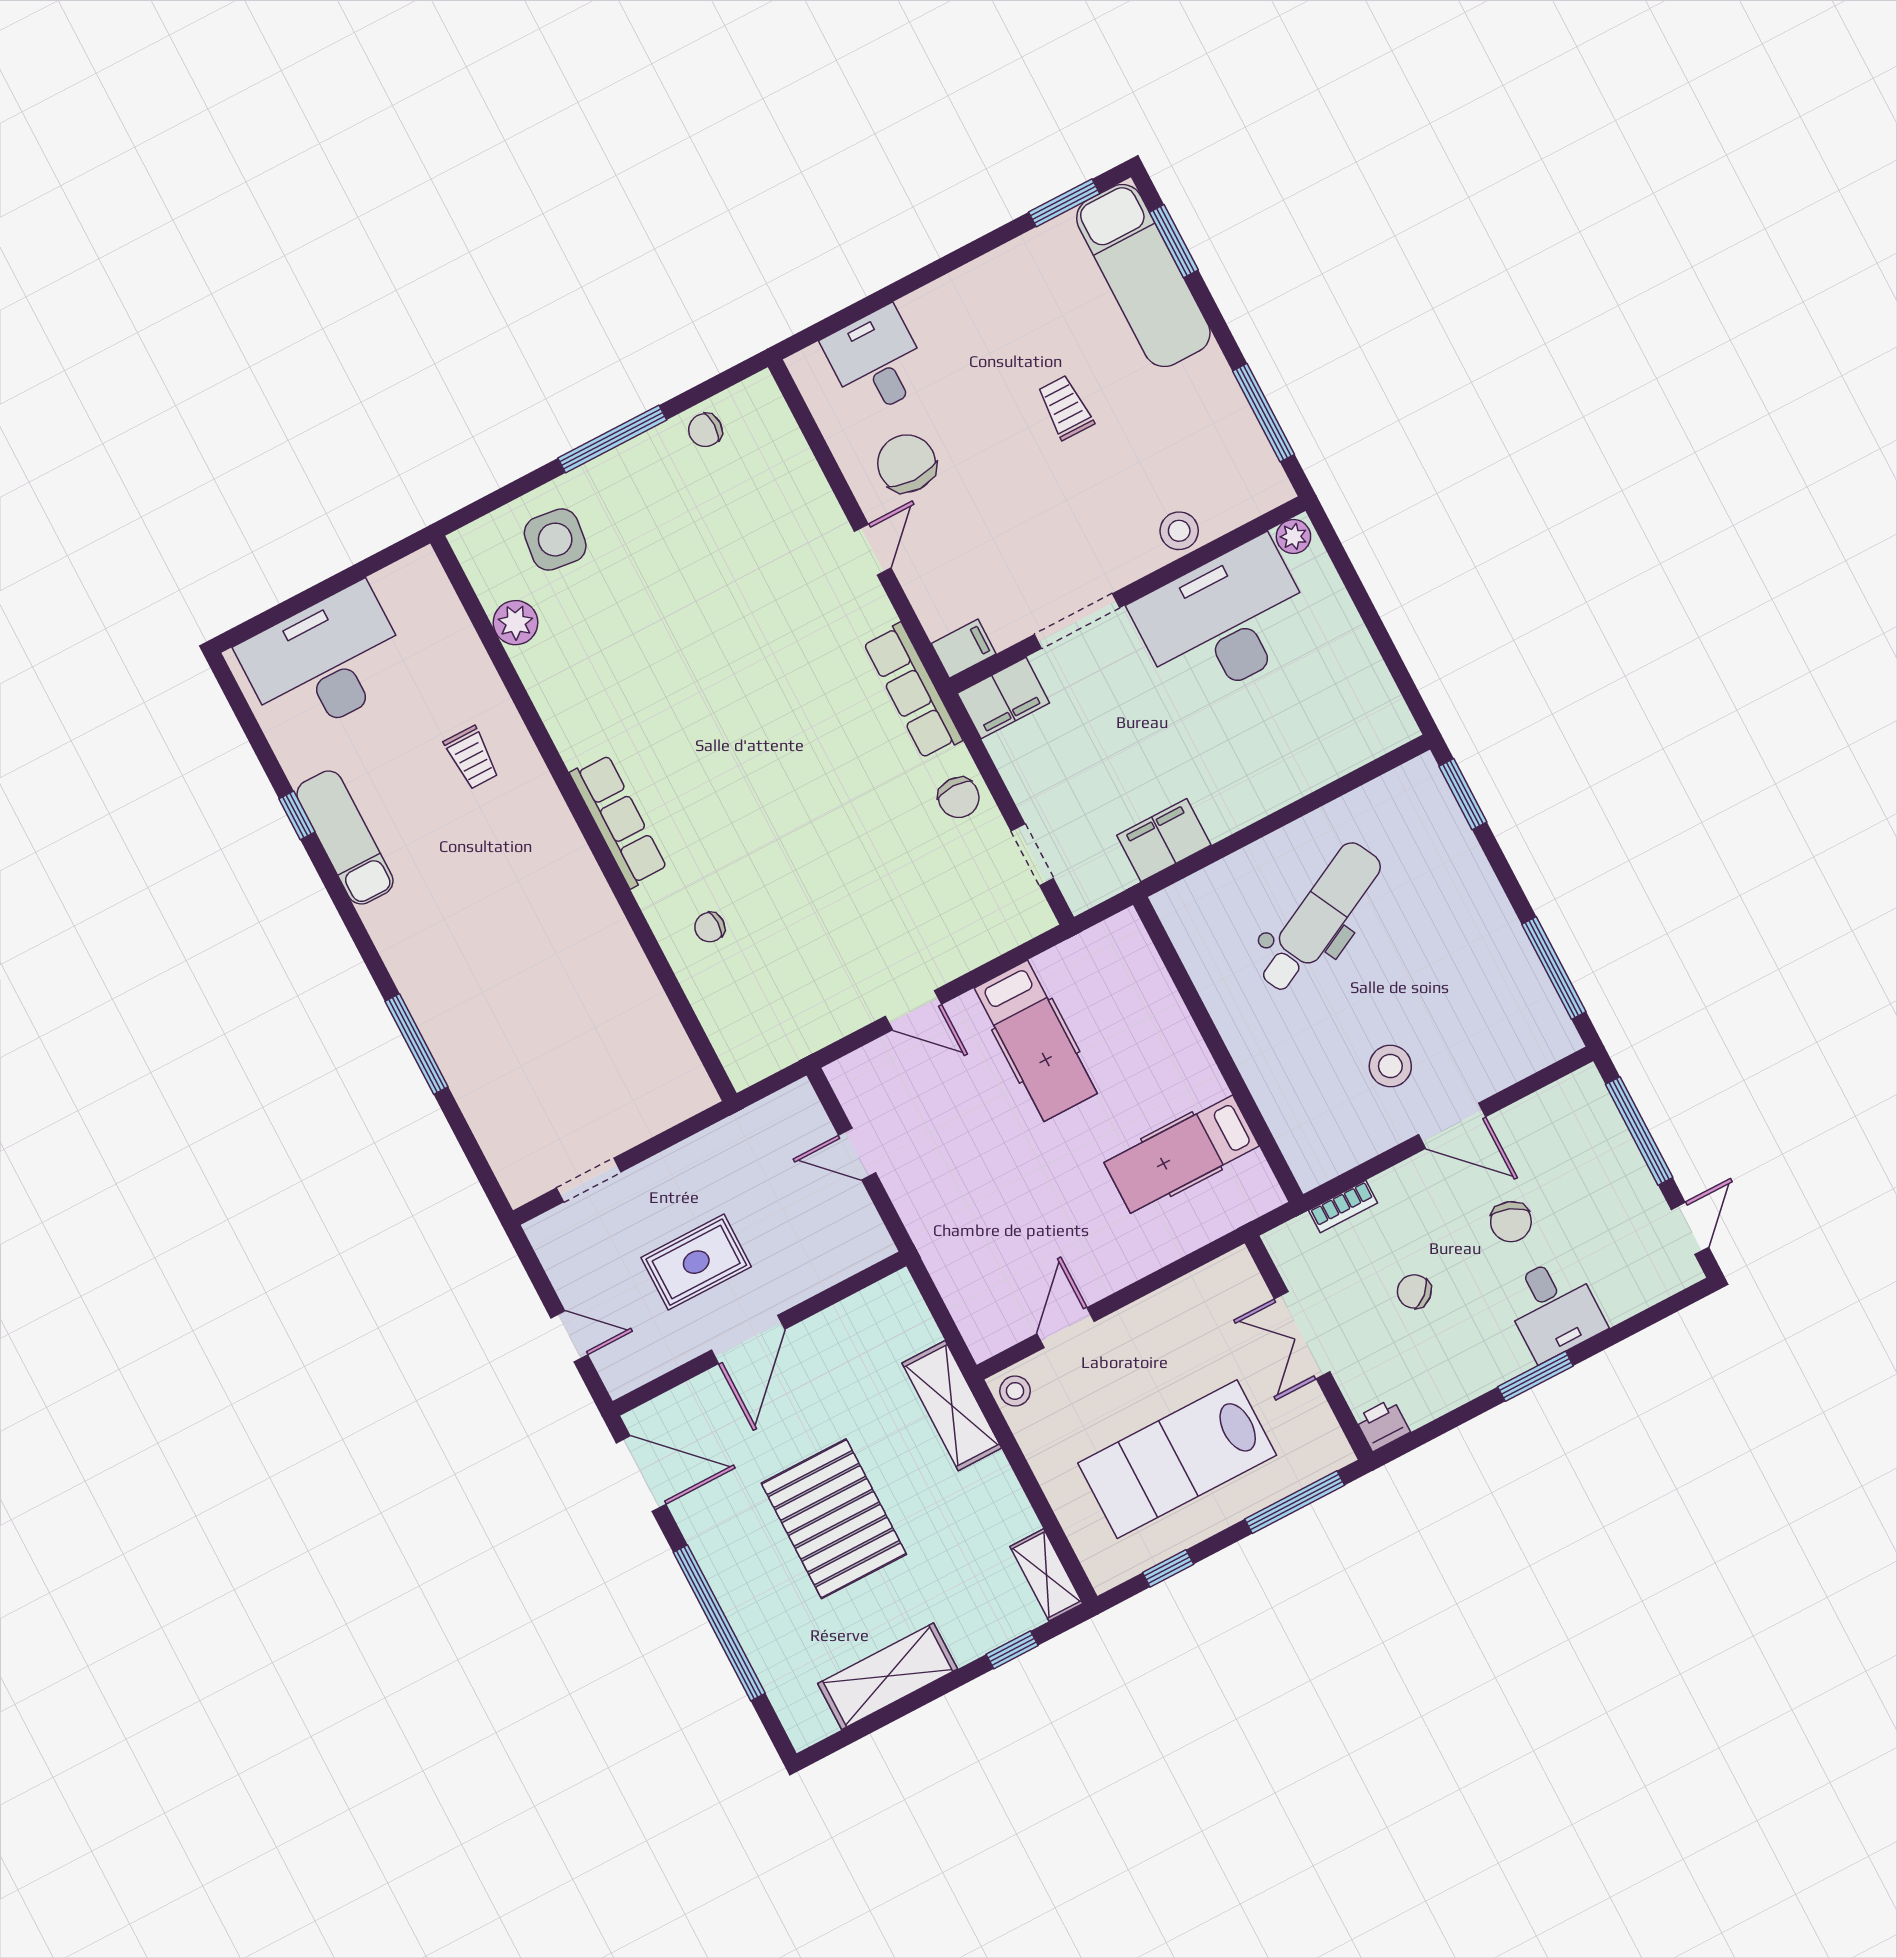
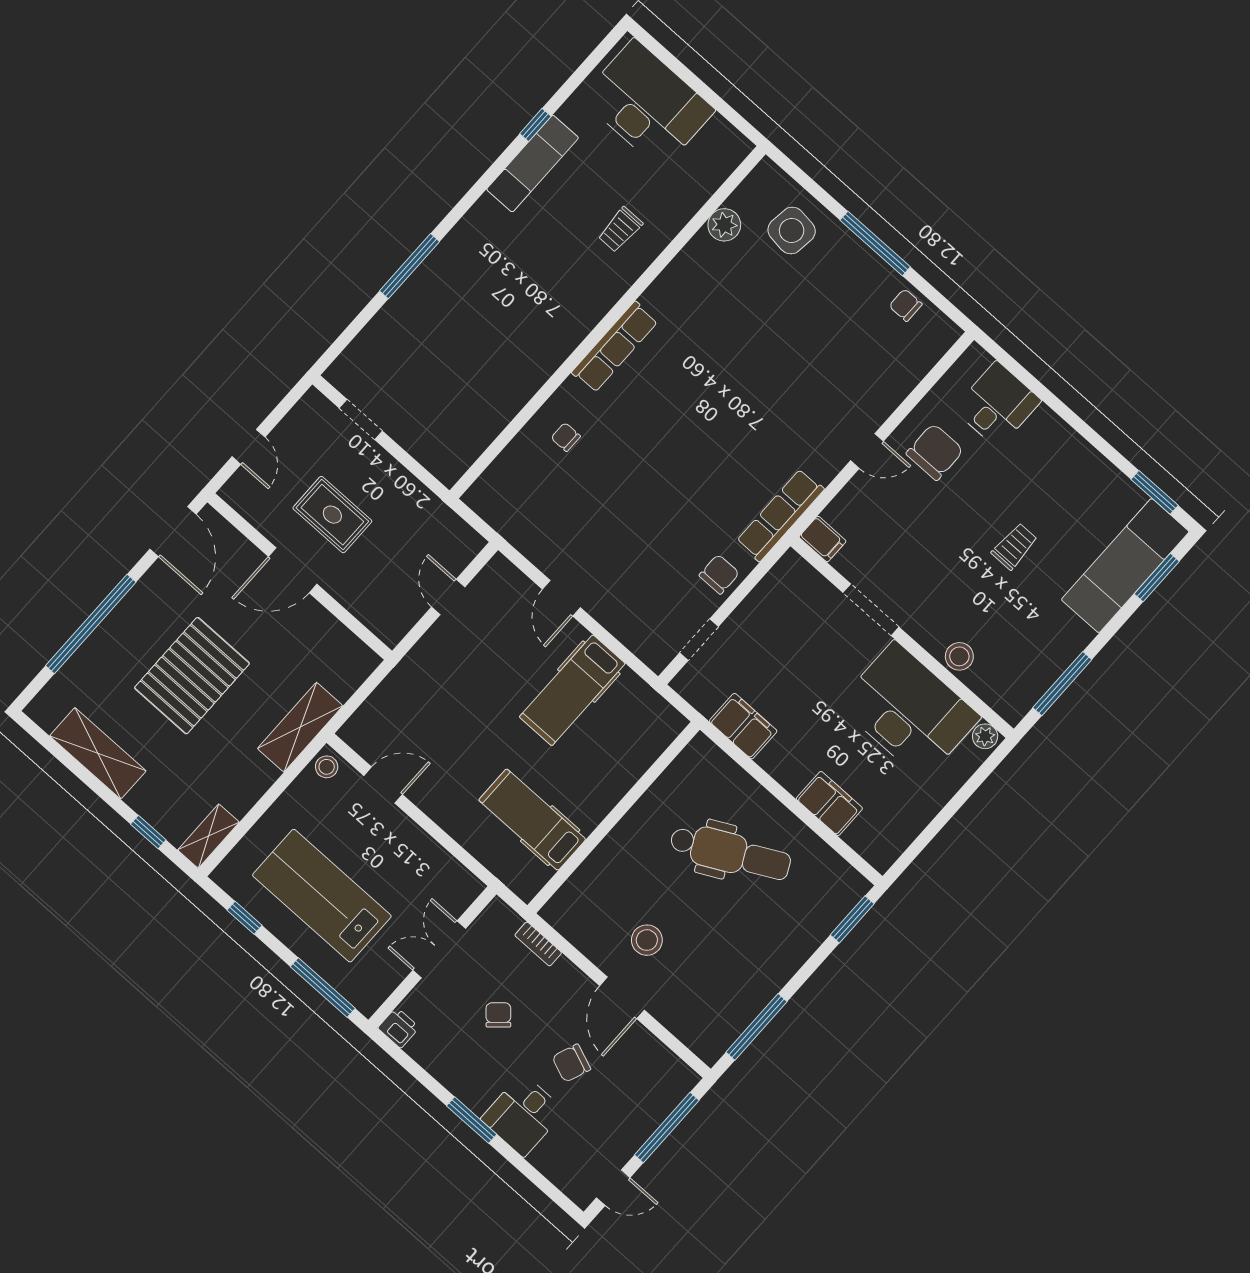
filing cabinet: (1003, 698) -> (829, 804), moved, turned 180
chair: (959, 797) -> (719, 574), turned 180

